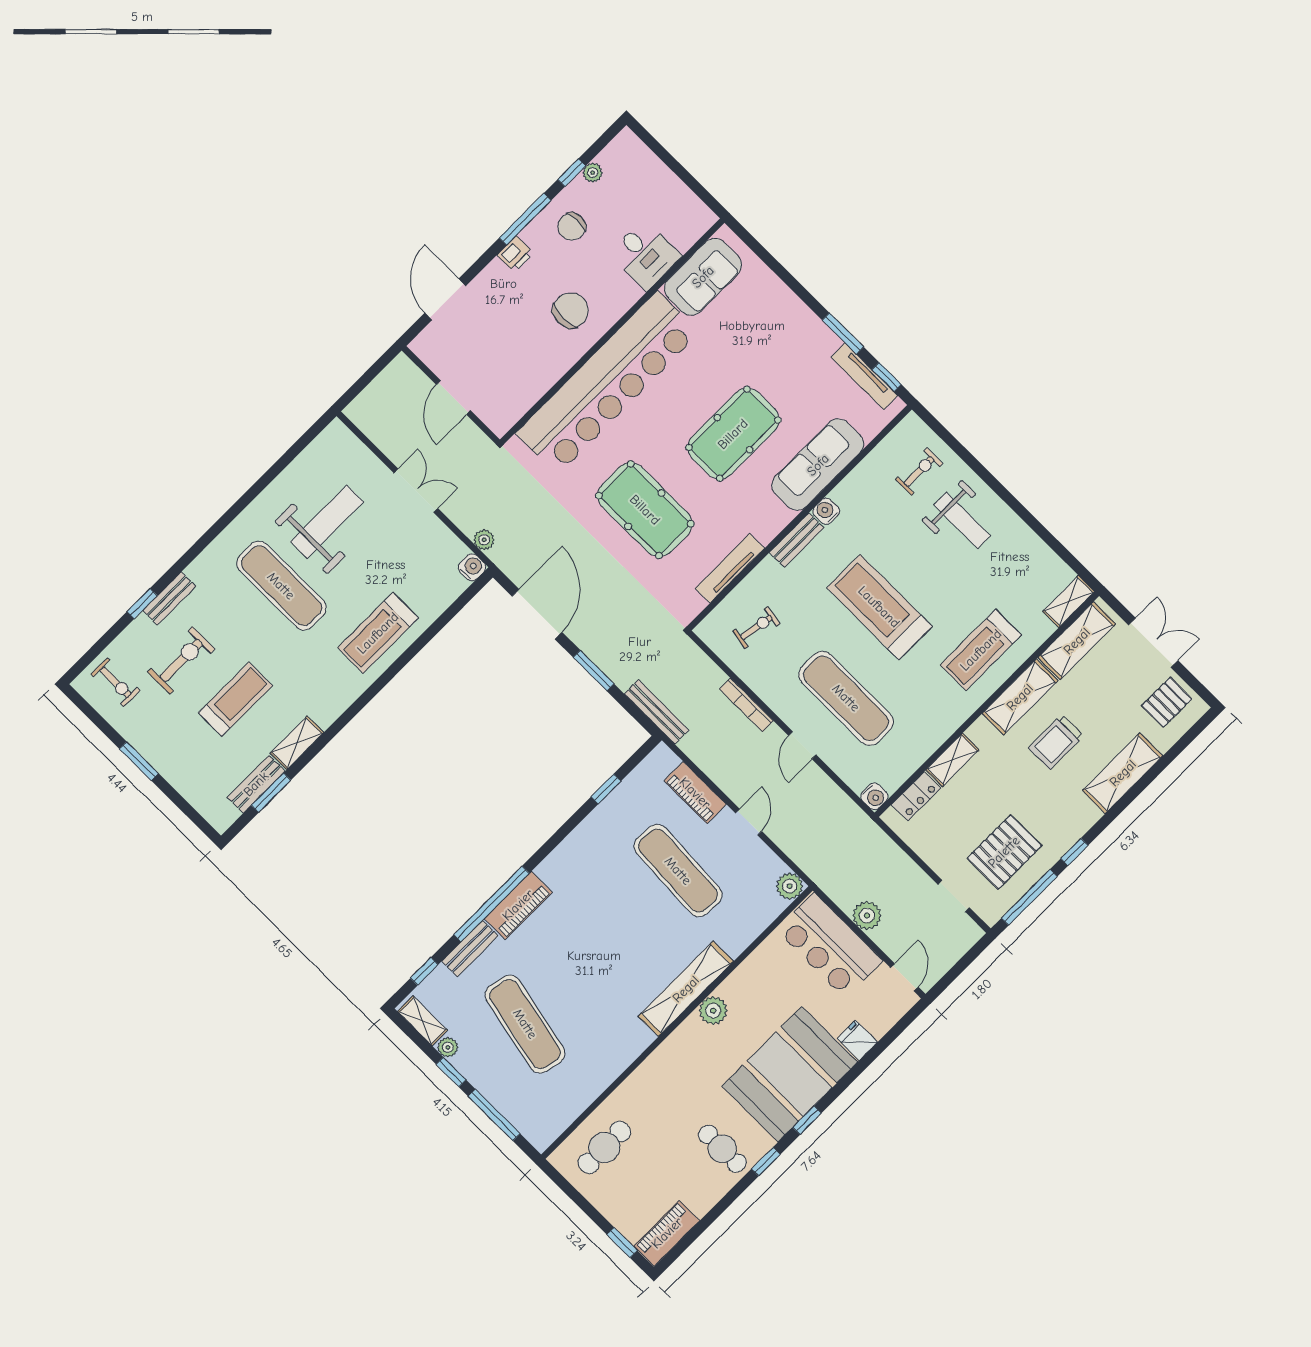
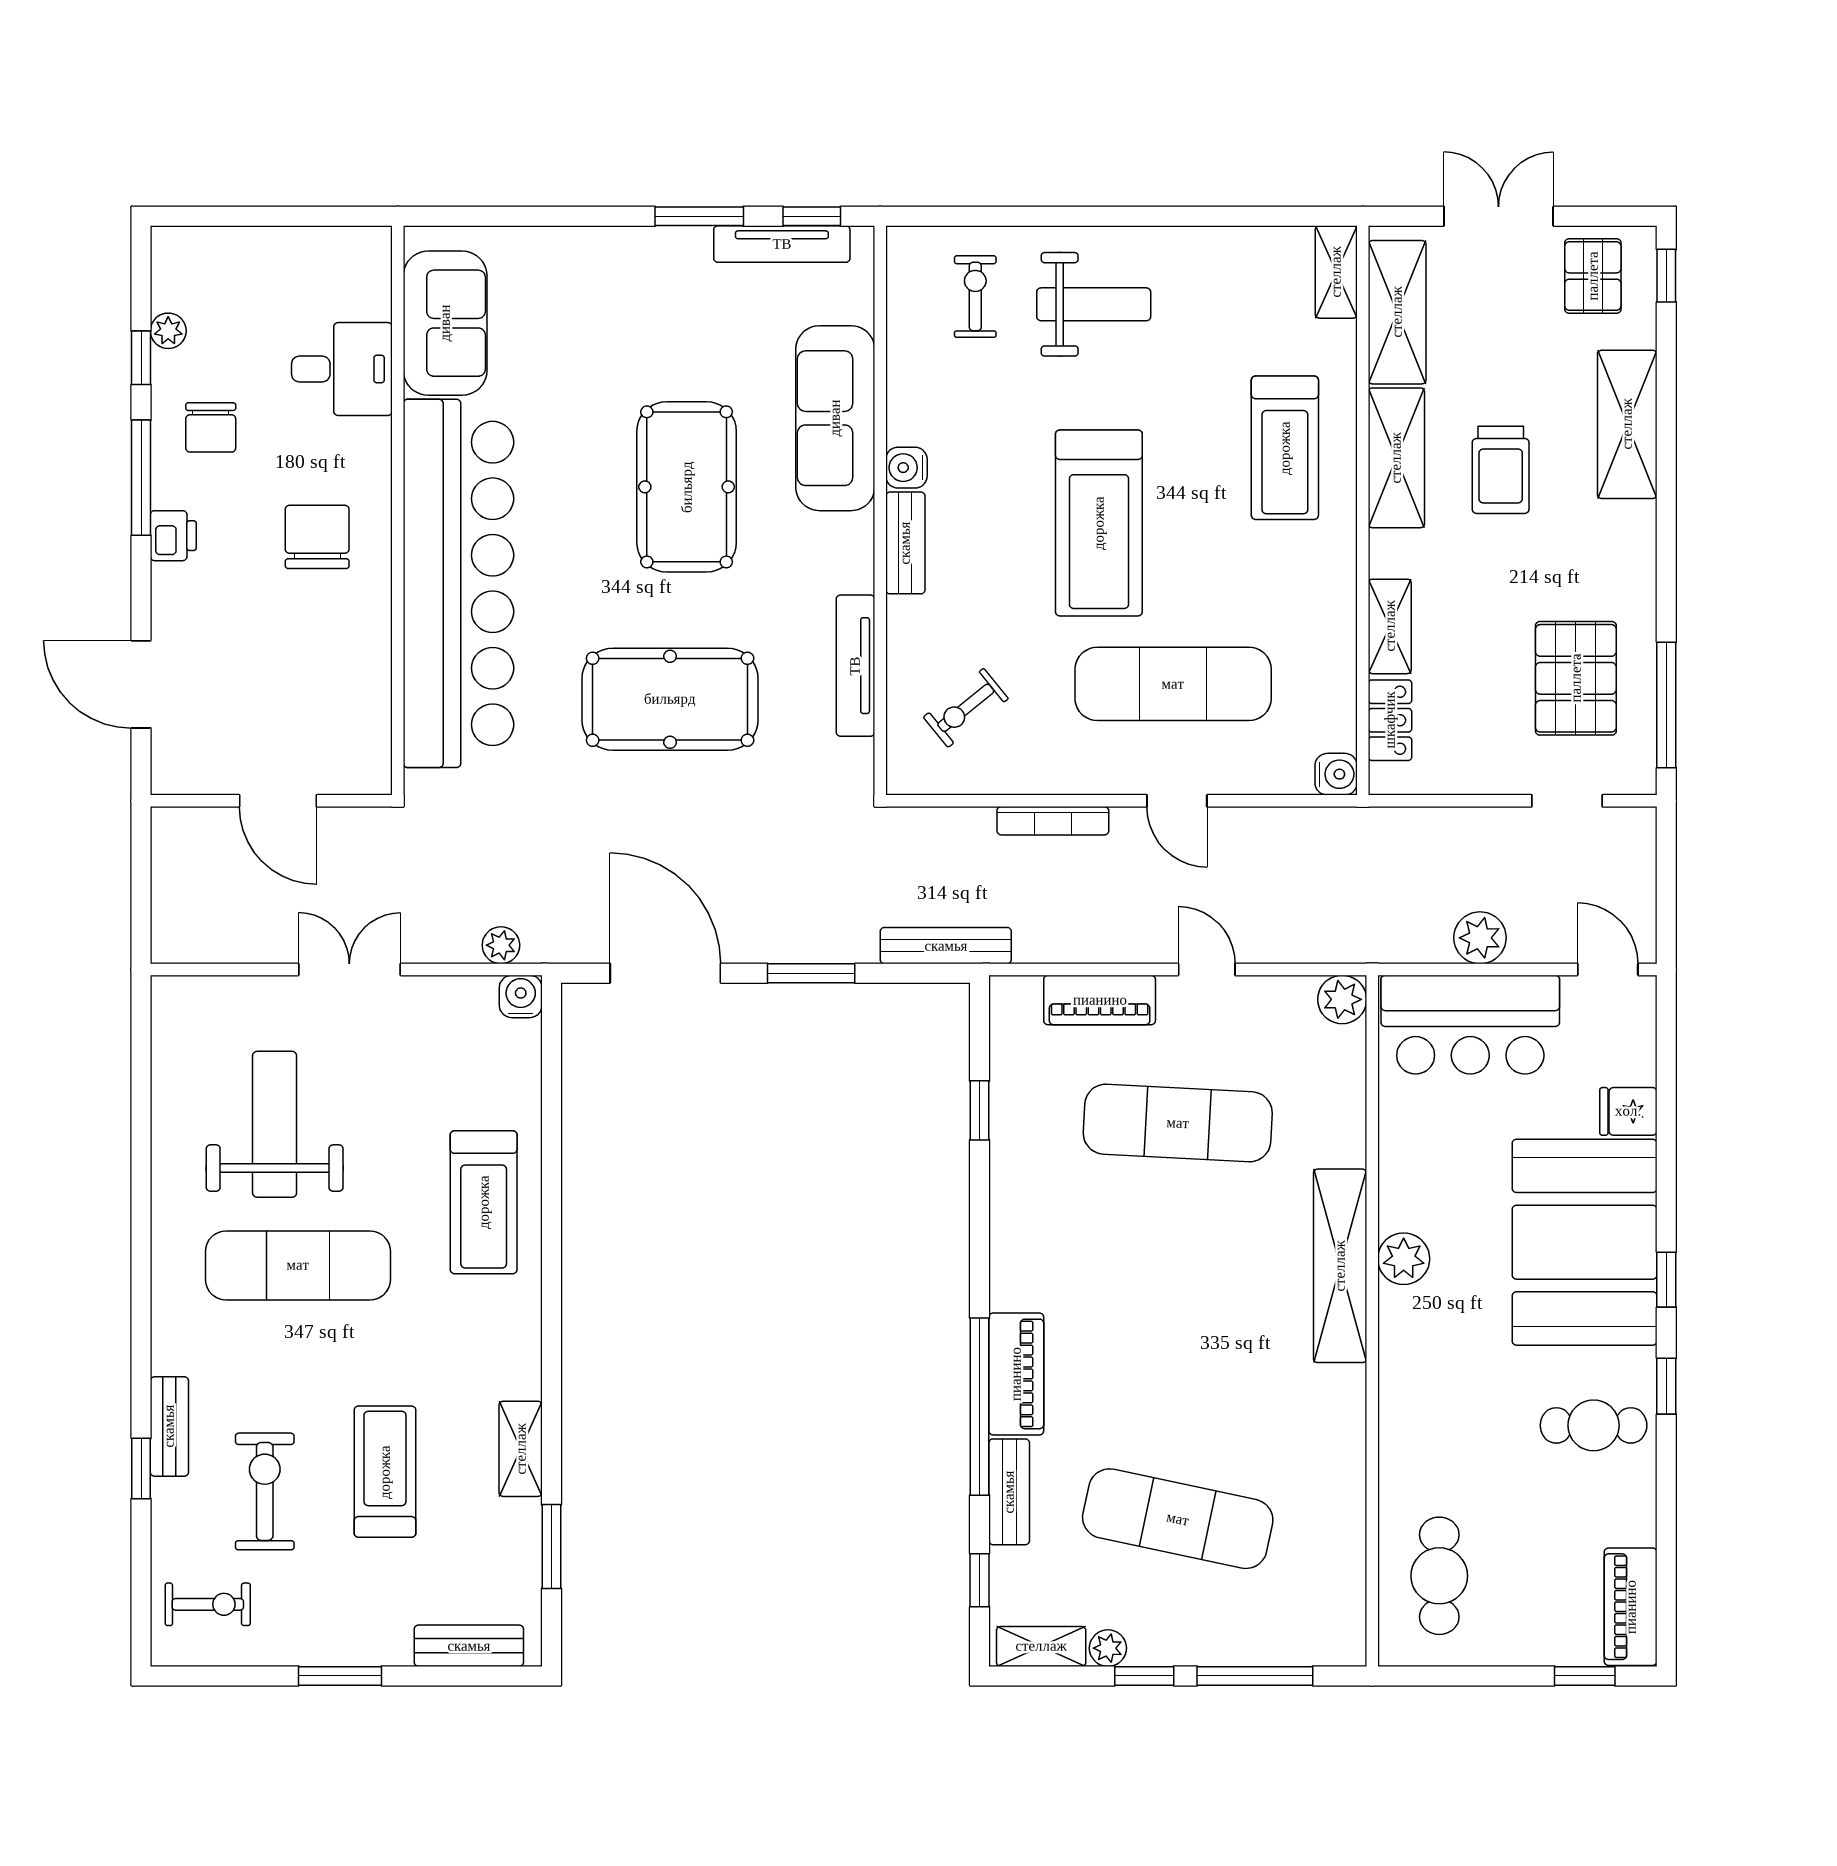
treadmill: (879, 607) -> (1099, 523), turned -90
exercise bike: (756, 627) -> (966, 708), turned -139
bench: (256, 784) -> (469, 1646), moved, turned 90
window: (1074, 852) -> (1666, 276), moved

